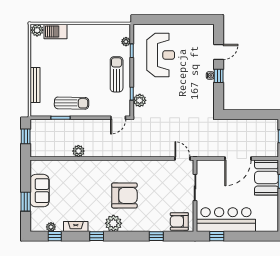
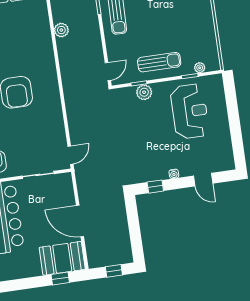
reception desk: (161, 55) -> (190, 111), turned -90
window: (219, 76) -> (155, 187), moved
plant: (140, 100) -> (144, 92), moved
door: (118, 118) -> (108, 72), swing flipped

